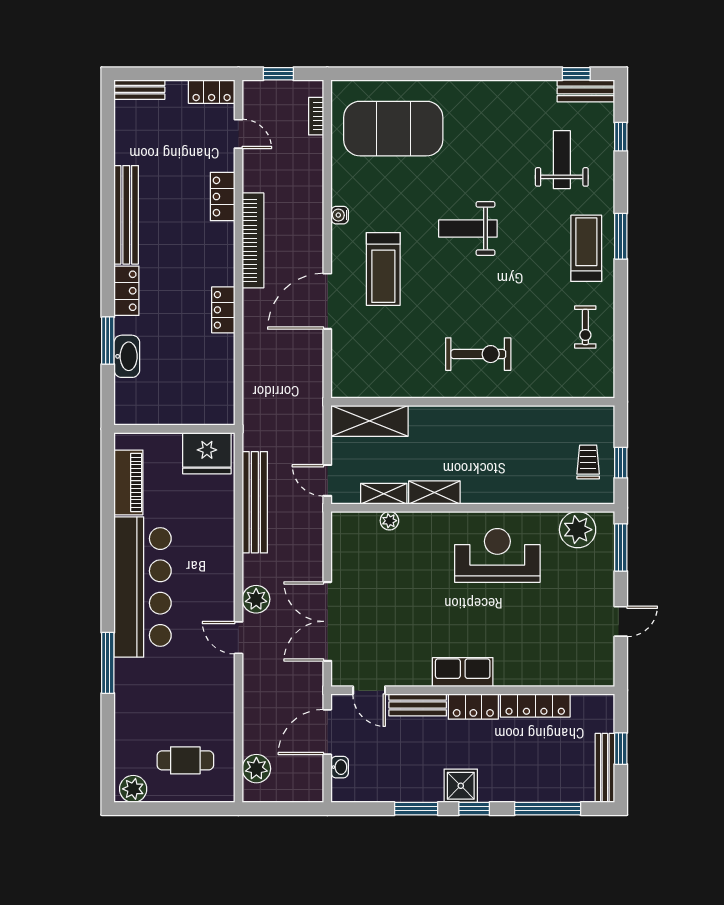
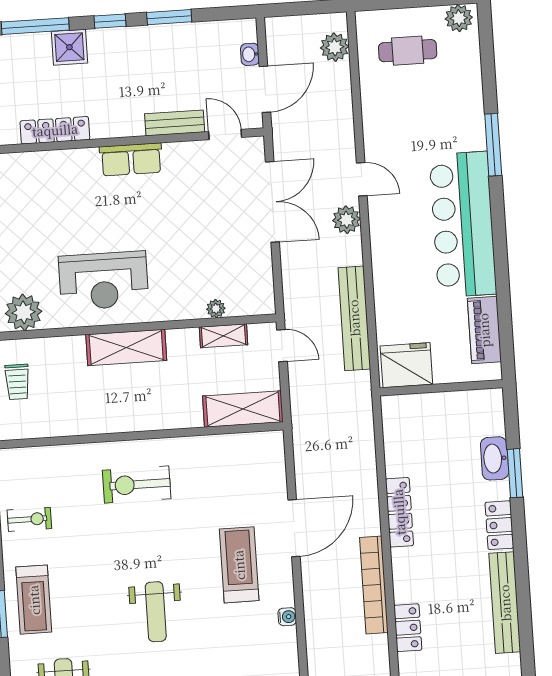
weight bench: (468, 228) -> (156, 612), turned 90
locker: (223, 310) -> (399, 512), width x1.53
exercise bike: (585, 327) -> (29, 519), turned 90
shelving: (434, 493) -> (126, 347), moved, width x1.50, depth x1.33
locker: (473, 707) -> (118, 125), removed
shower: (461, 786) -> (69, 47), moved

